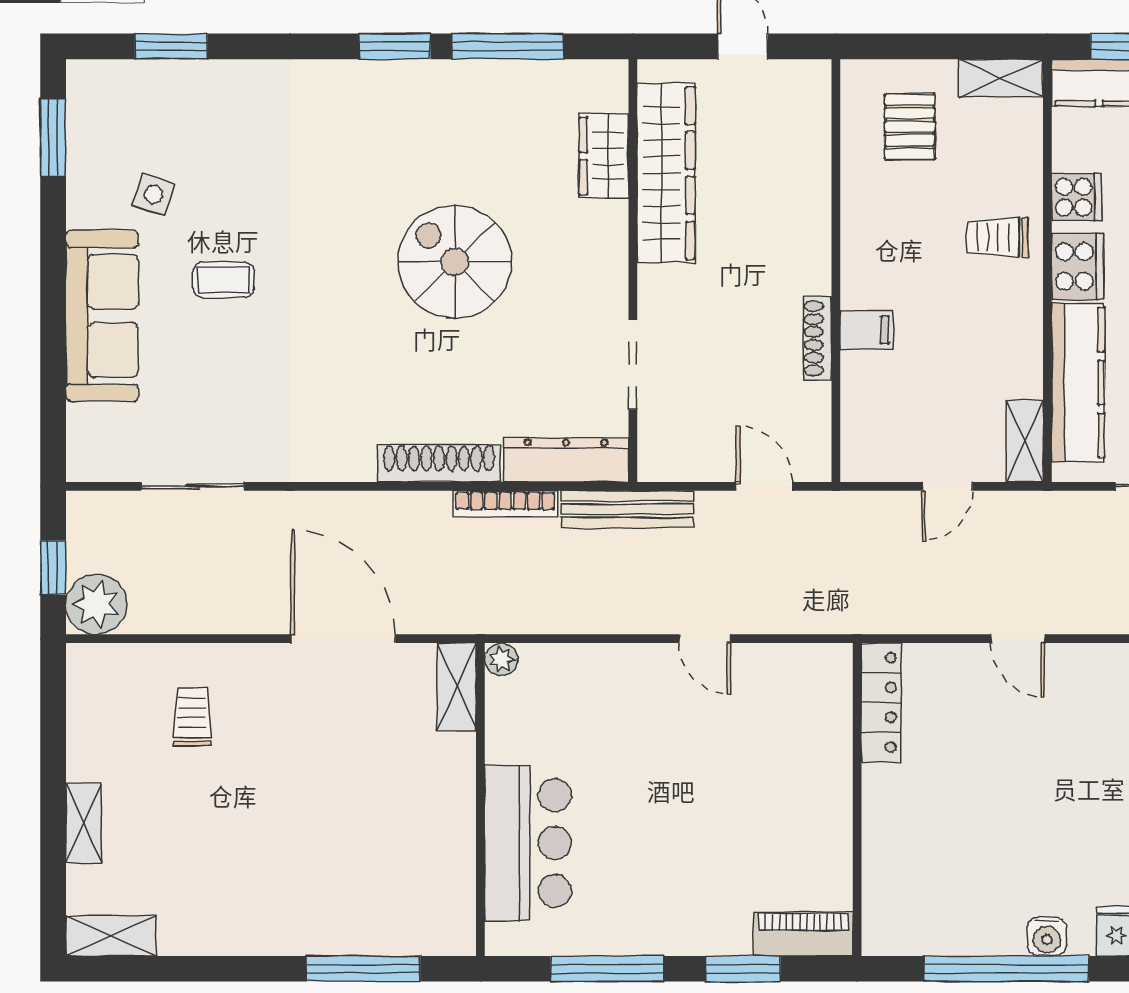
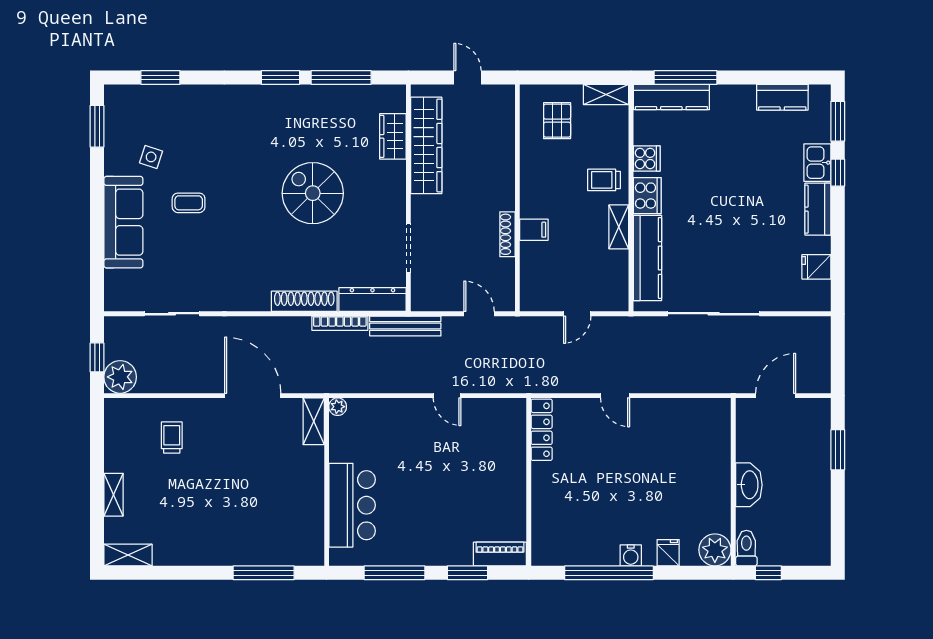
shelving: (1025, 441) -> (619, 227), moved

